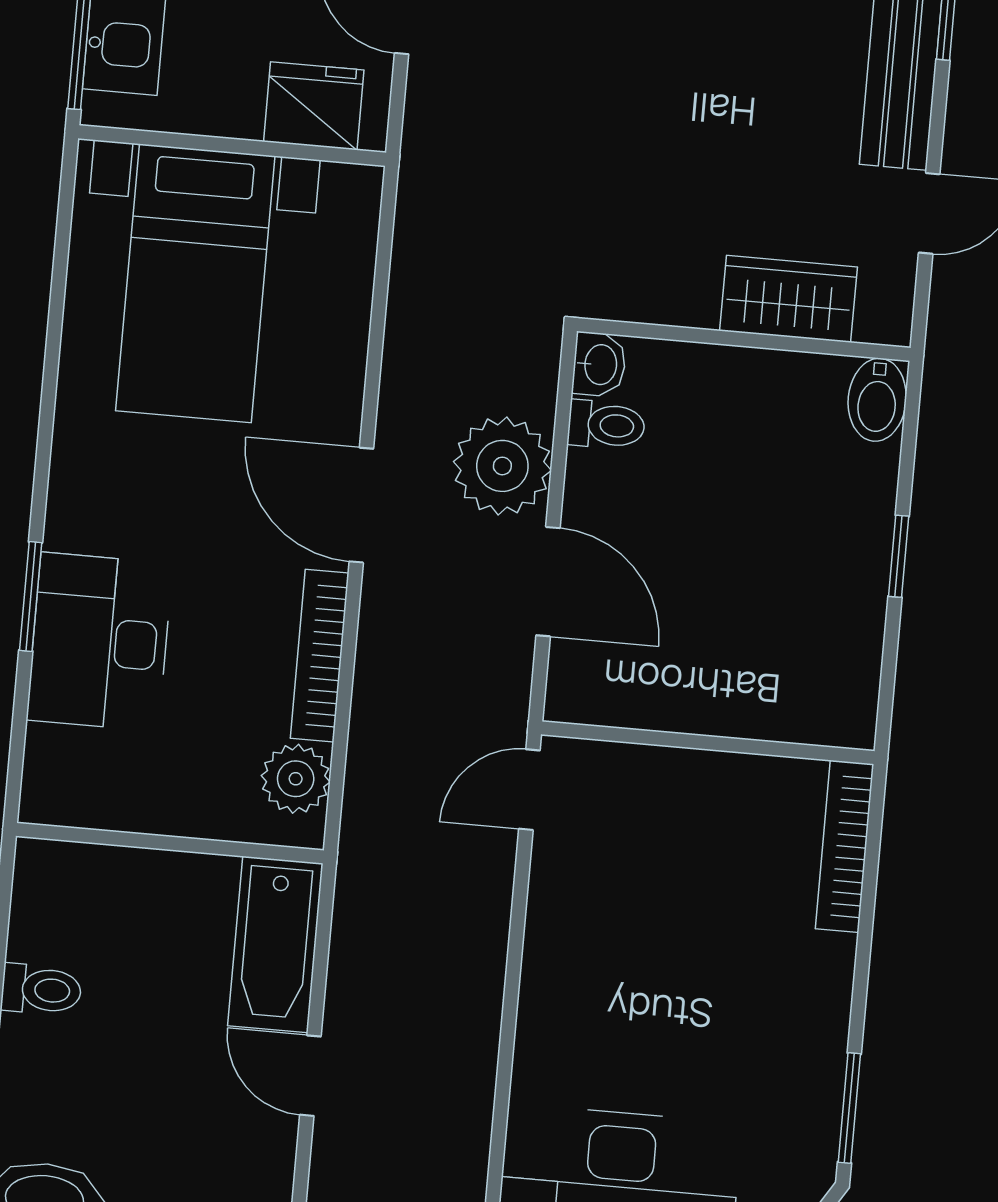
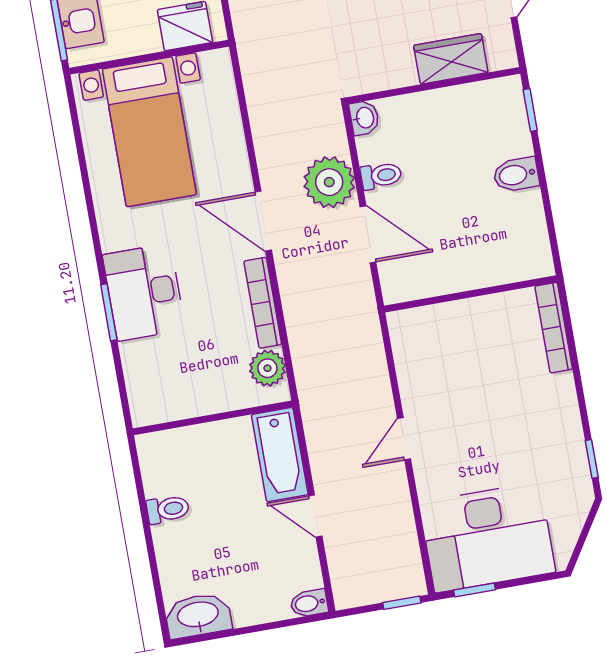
bidet: (877, 400) -> (516, 175), moved, turned 90
toilet: (606, 425) -> (381, 176), moved
window: (899, 556) -> (530, 110), moved
desk: (100, 642) -> (144, 292), moved
door: (529, 790) -> (404, 439), moved
window: (849, 1108) -> (592, 459), width x0.67

